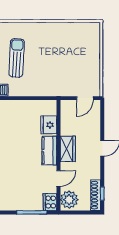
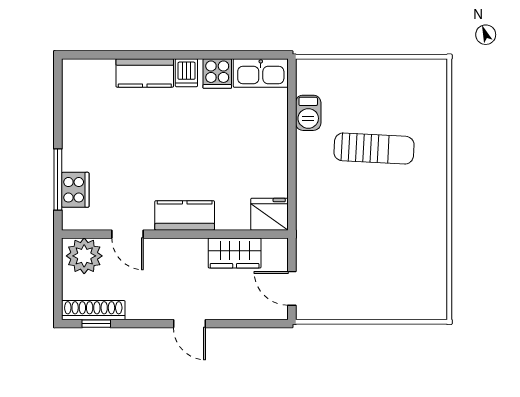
fridge: (49, 125) -> (269, 214), moved
wardrobe: (68, 149) -> (235, 253), moved
cooker: (50, 202) -> (75, 190), moved, turned 90

